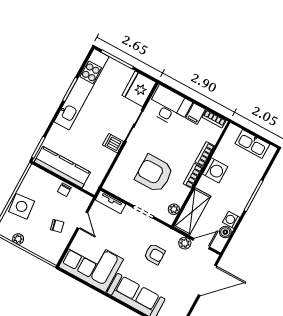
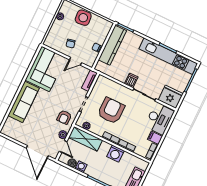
armchair: (155, 254) -> (64, 117), moved

